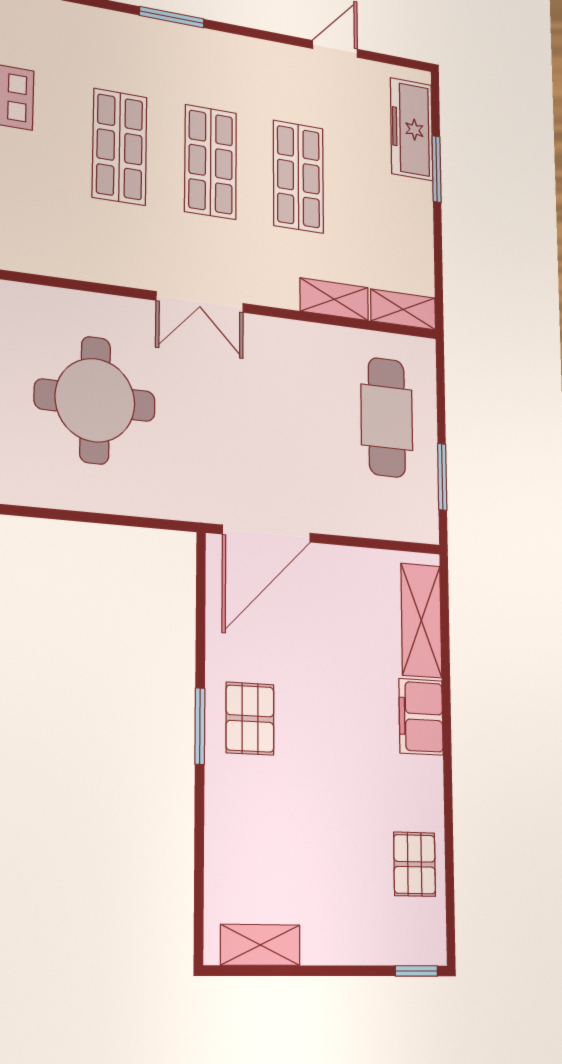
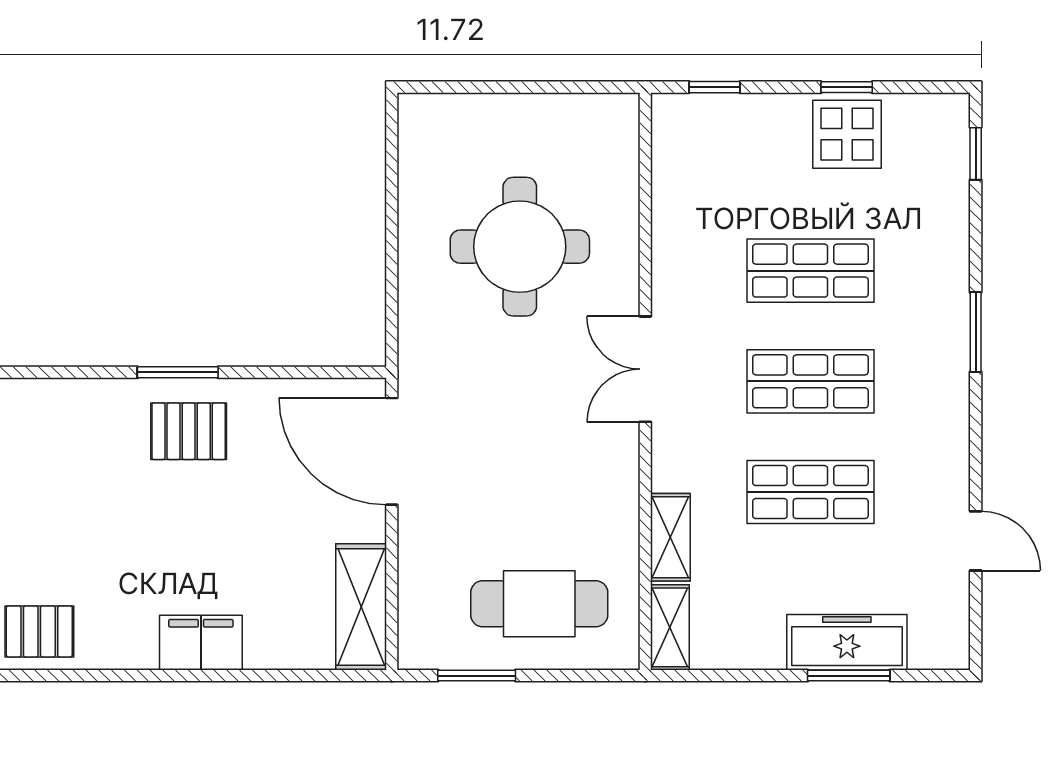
freezer: (412, 129) -> (847, 642), moved
shelving: (421, 620) -> (361, 607), moved, turned 90

